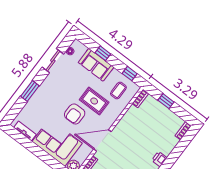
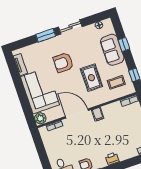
sliding door: (53, 61) -> (70, 27), moved
armchair: (75, 114) -> (63, 63), moved
filing cabinet: (121, 129) -> (98, 114), added

